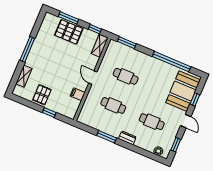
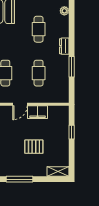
shelving: (24, 76) -> (58, 172), moved
filing cabinet: (78, 94) -> (37, 112), width x2.00
pallet: (42, 95) -> (34, 147), moved

